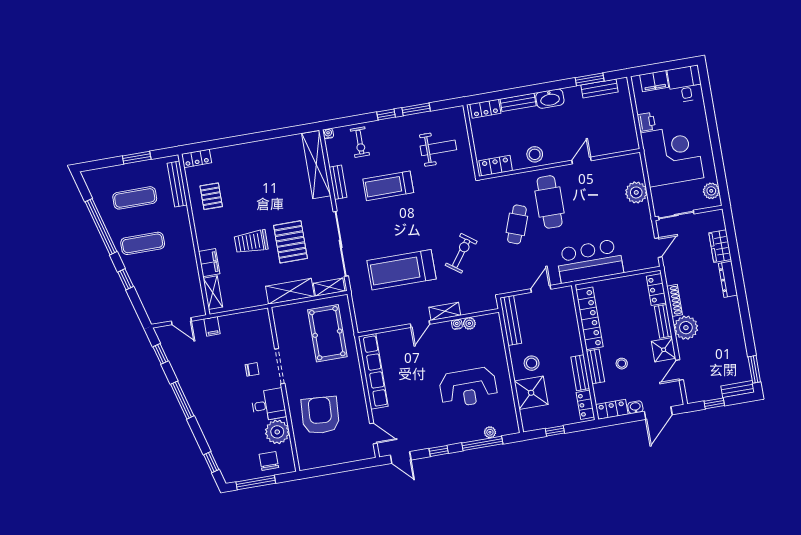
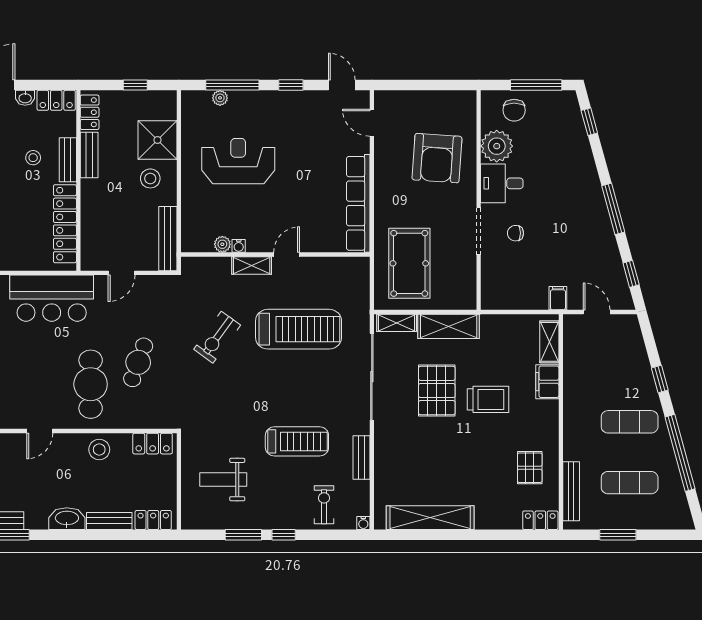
shelving: (316, 165) -> (430, 518), moved, turned 90

